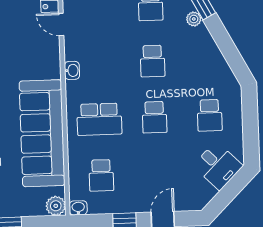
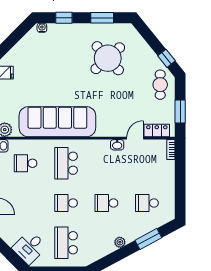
plant: (194, 19) -> (120, 242), moved
washbasin: (72, 70) -> (117, 145), moved
school desk: (210, 115) -> (66, 243), width x1.85

